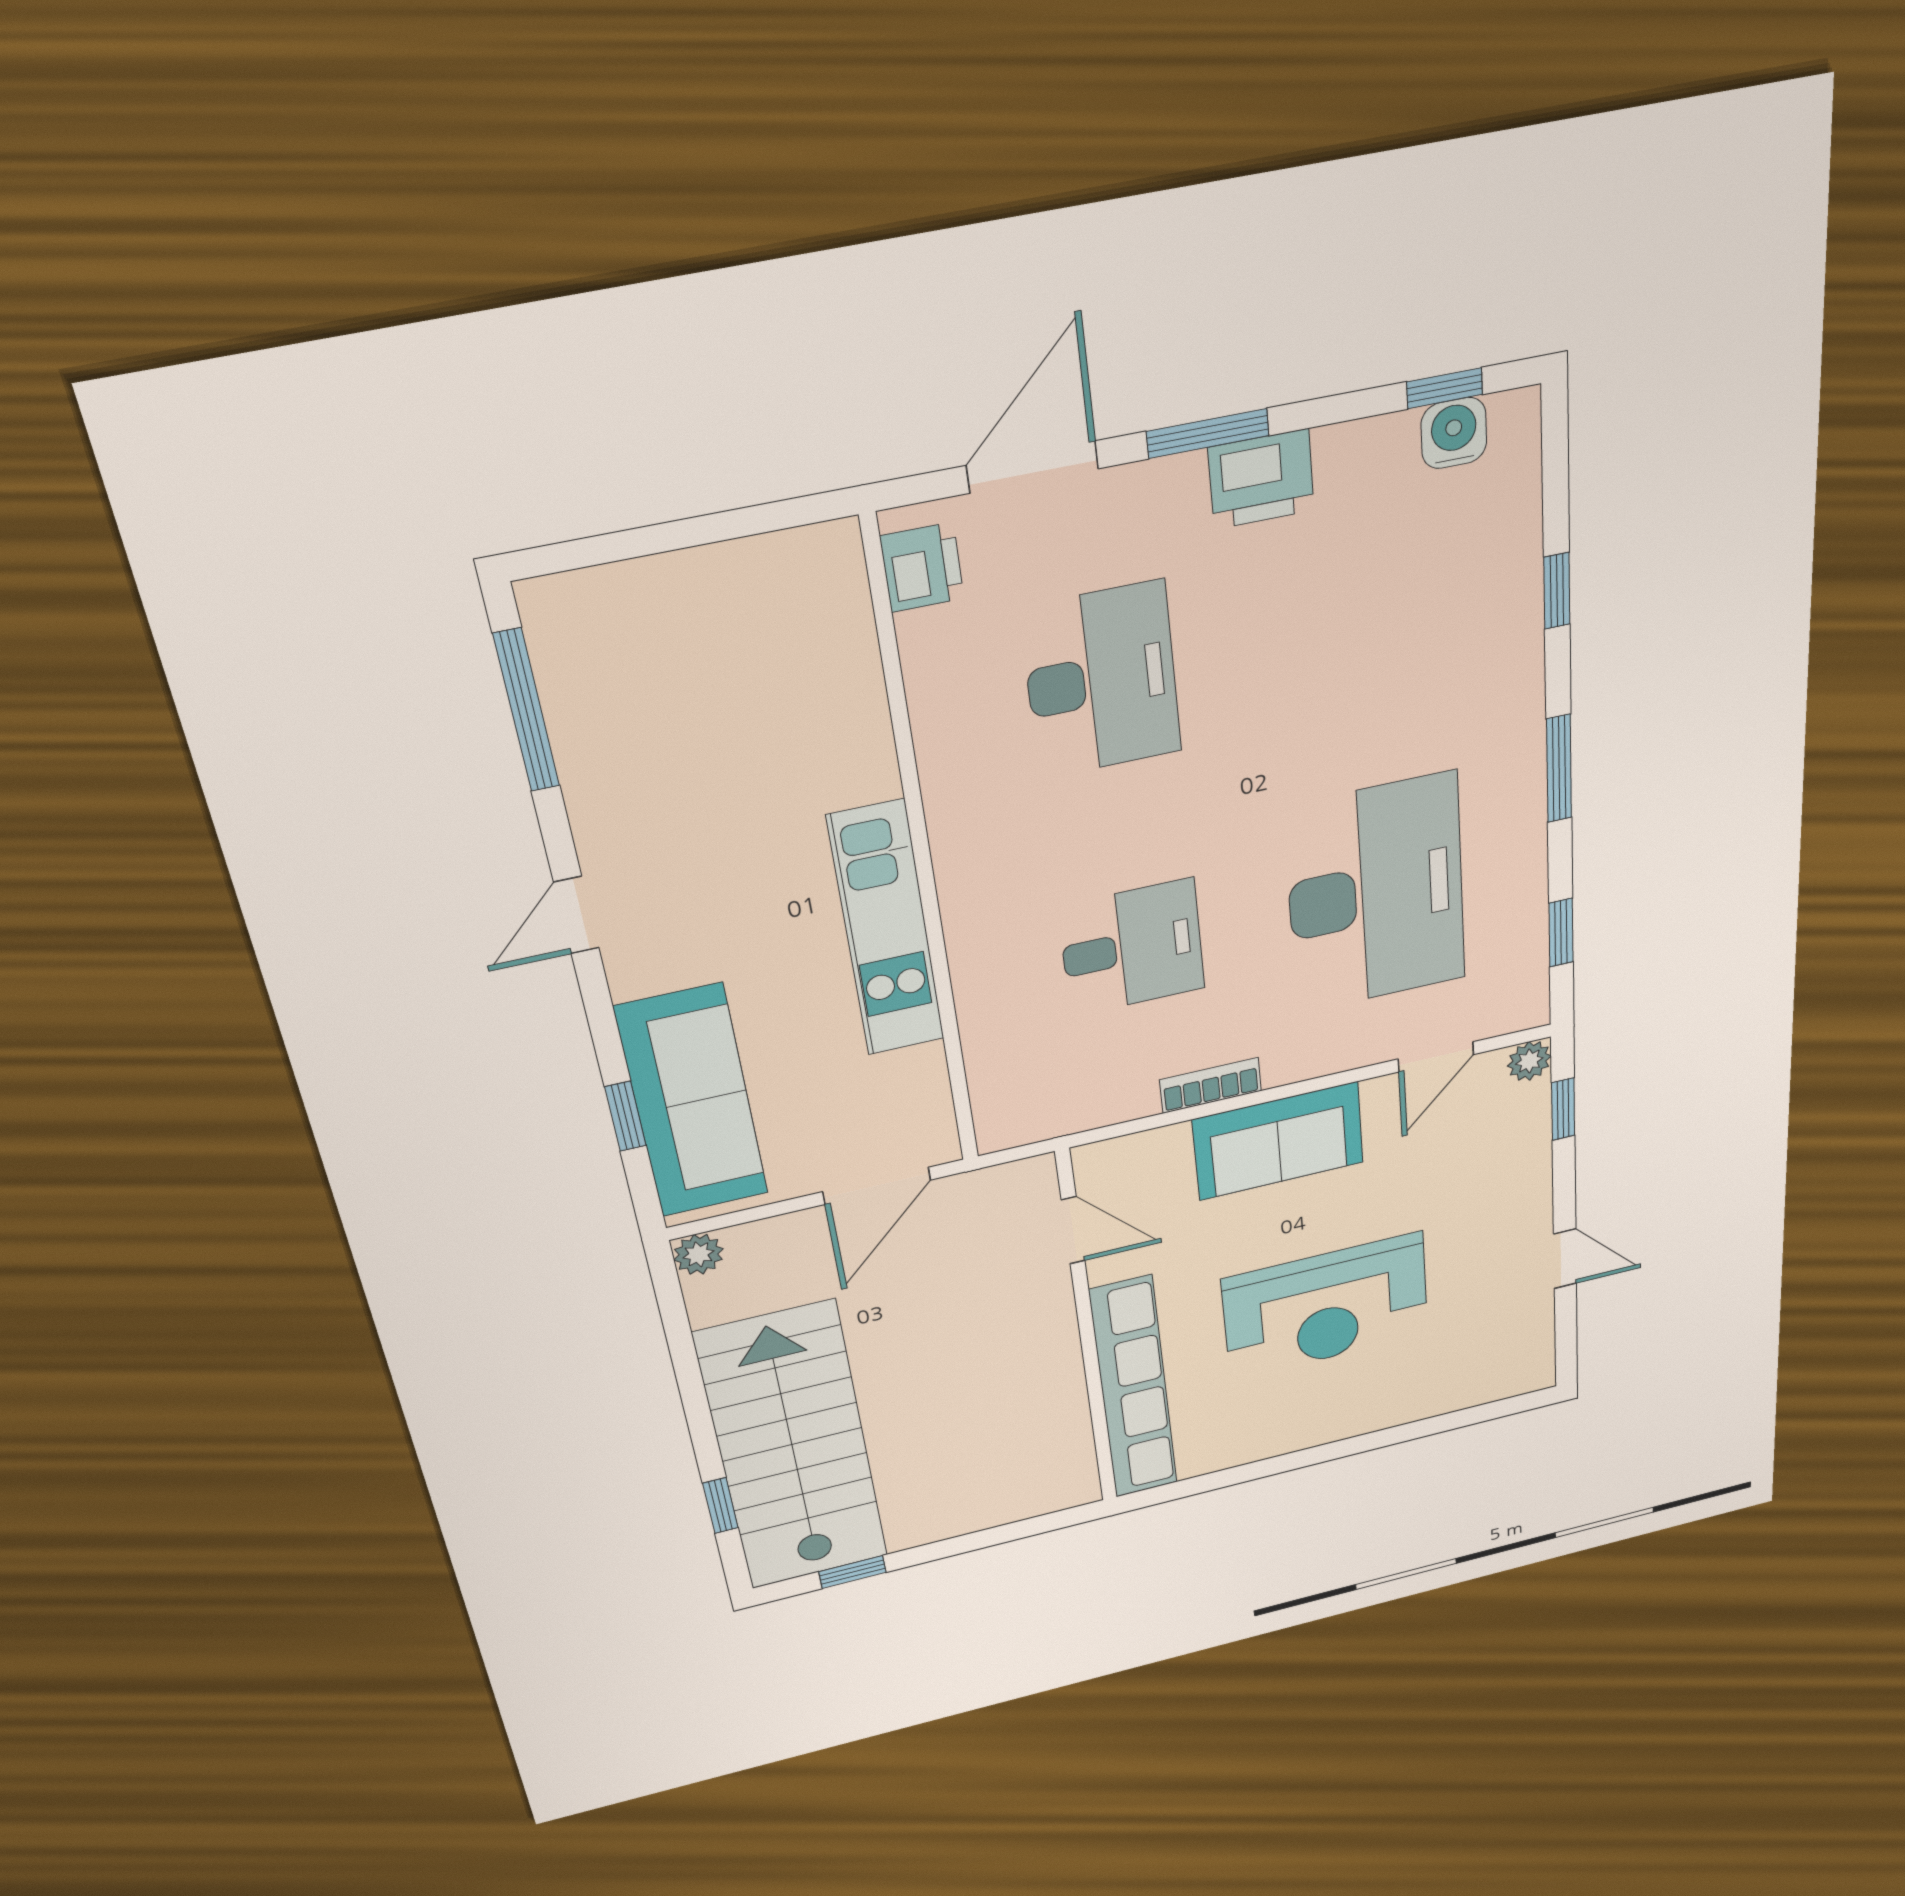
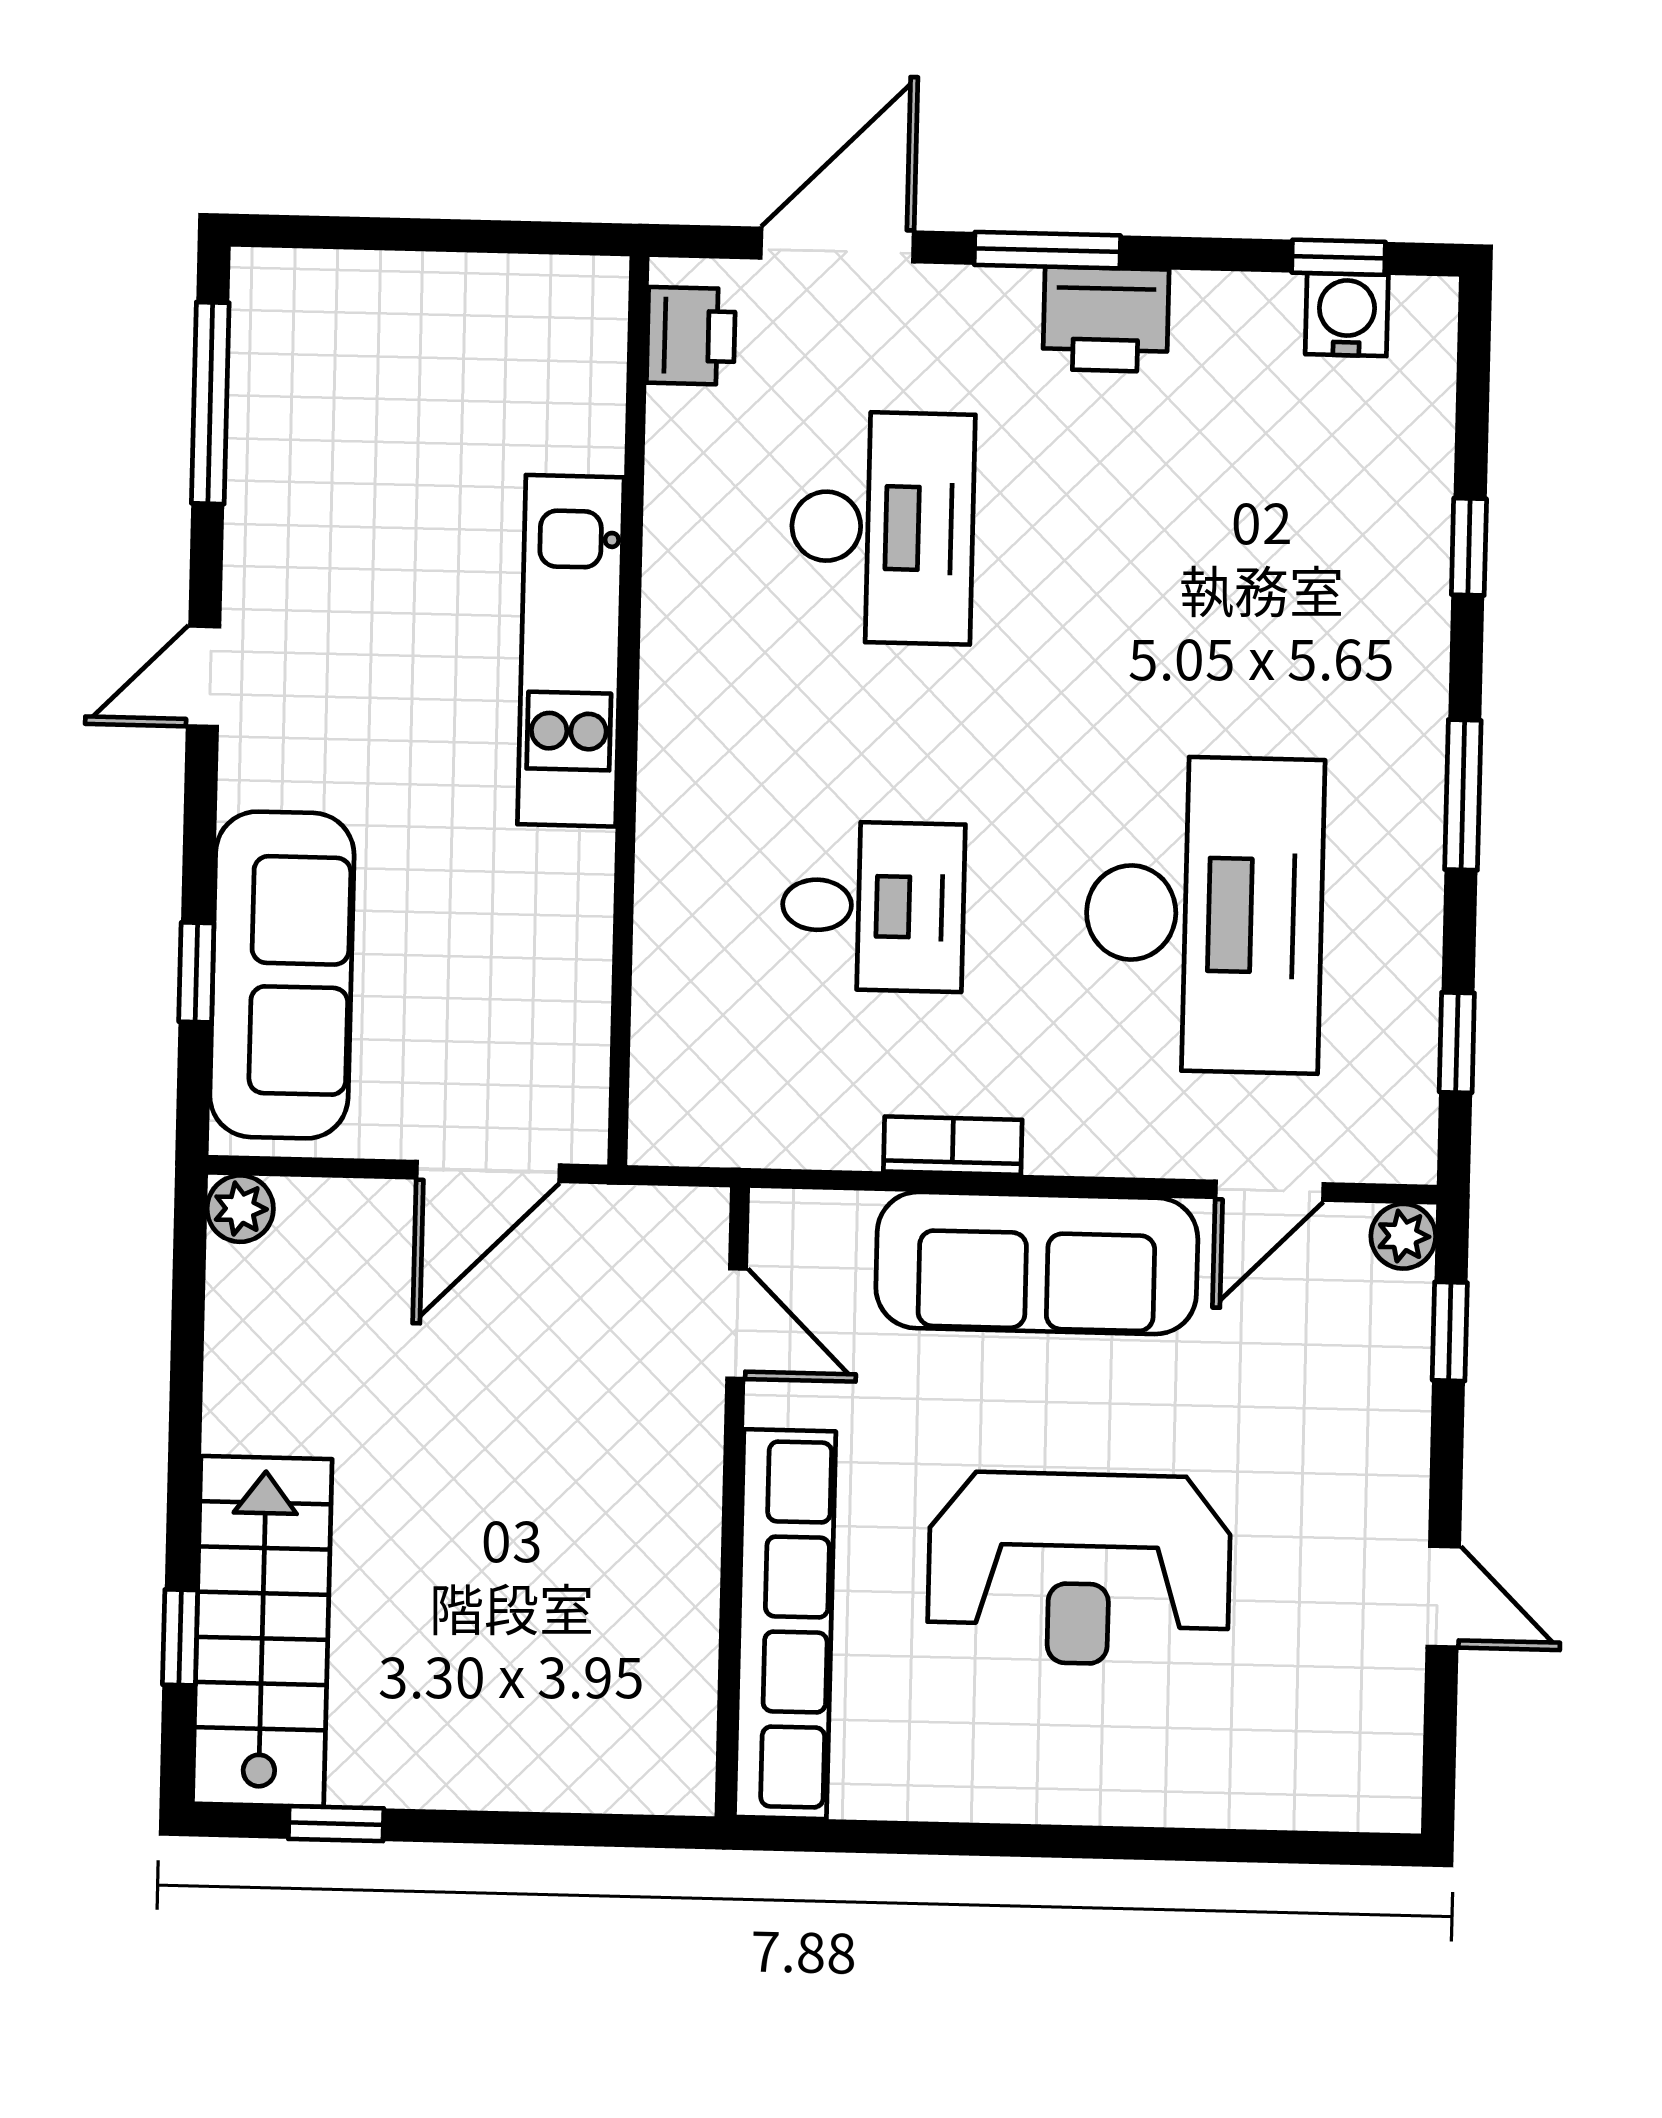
kitchen unit: (886, 930) -> (571, 651), moved
sofa: (1278, 1141) -> (1037, 1263), width x1.36
stairs: (793, 1448) -> (262, 1631), width x0.73, depth x0.66

